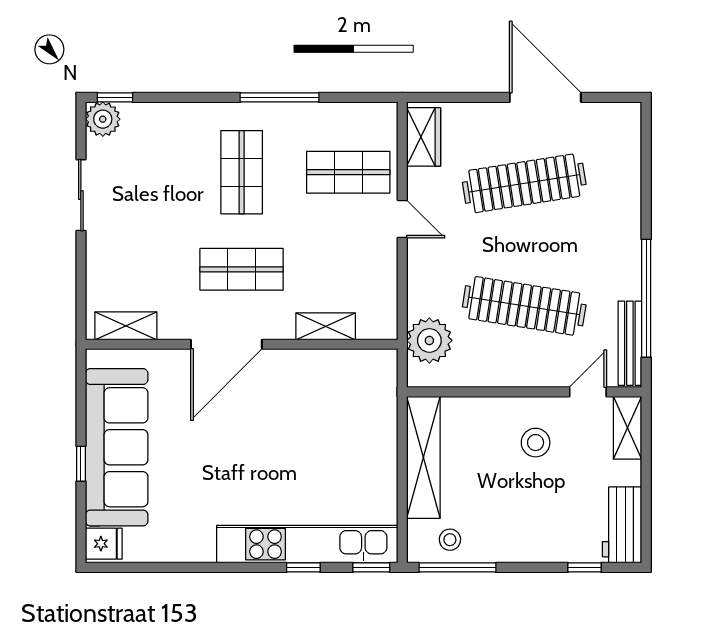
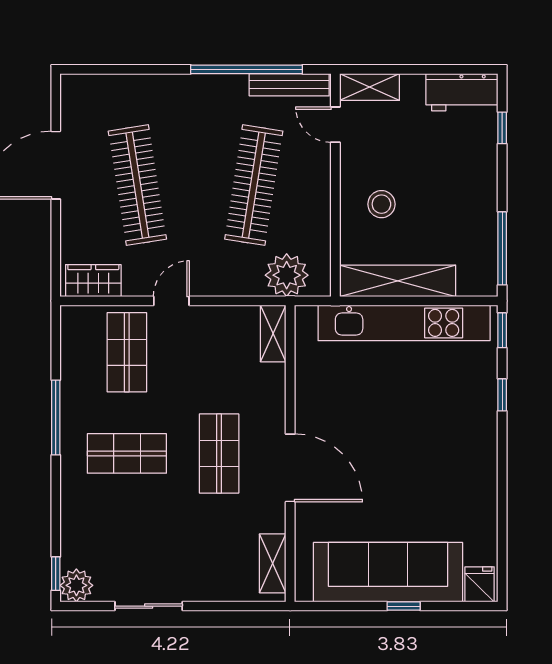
shelving: (326, 326) -> (273, 333), moved
stool: (536, 443) -> (381, 204), moved
stool: (450, 540) -> (476, 256), removed
kitchen unit: (307, 544) -> (404, 323), moved, turned -90

